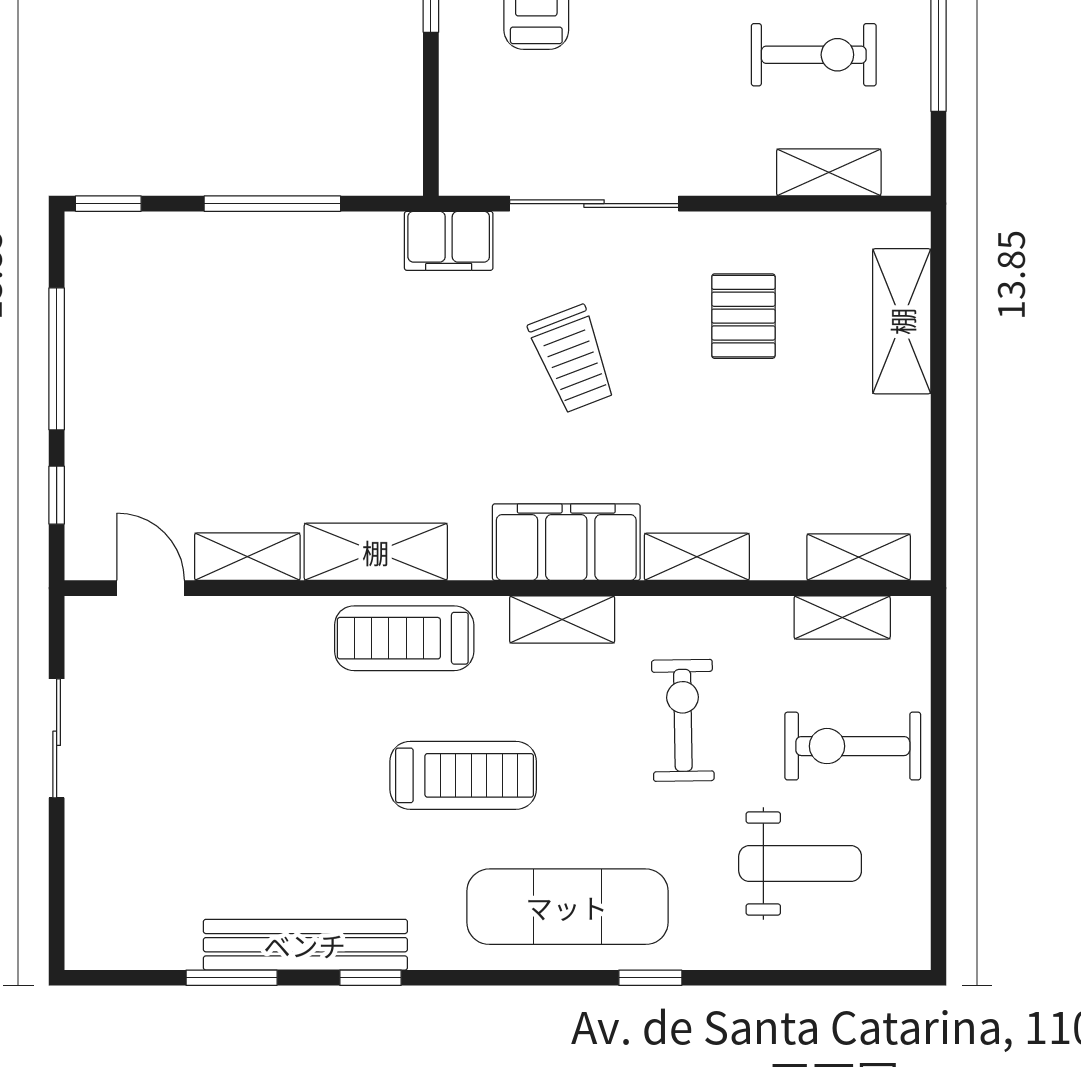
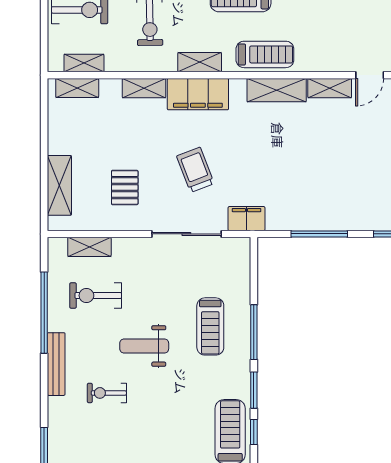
door: (151, 588) -> (370, 75), hinge flipped

